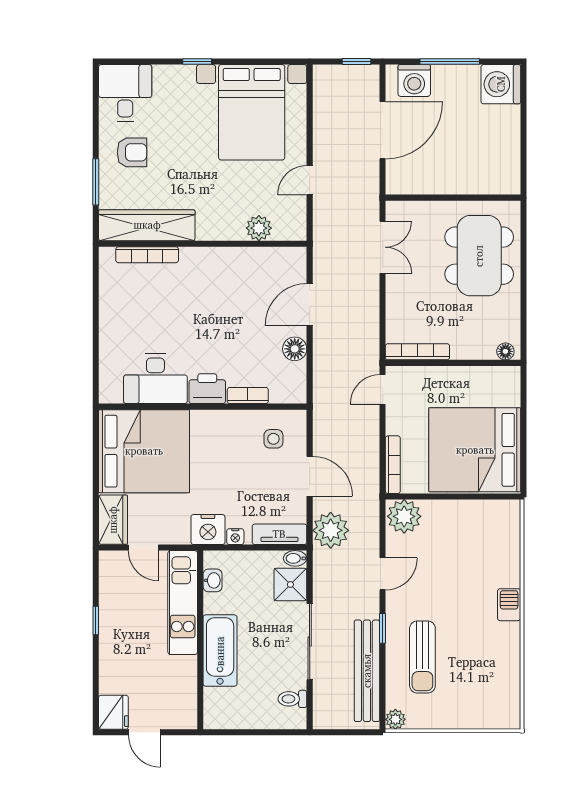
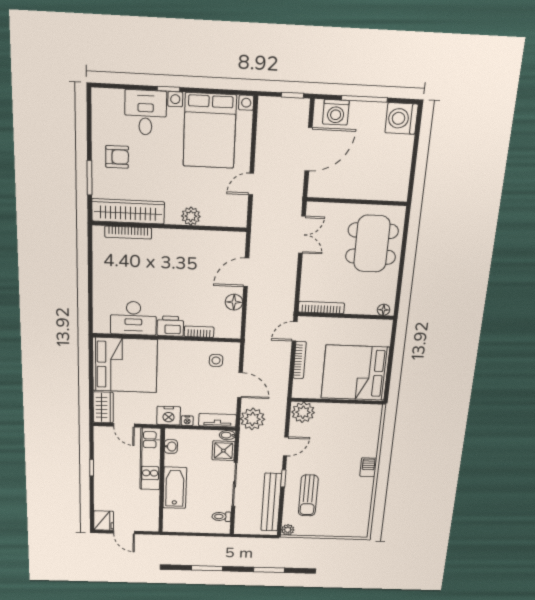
desk: (125, 93) -> (146, 113), moved
plant: (259, 228) -> (191, 216), moved
bookcase: (393, 465) -> (300, 360), moved

